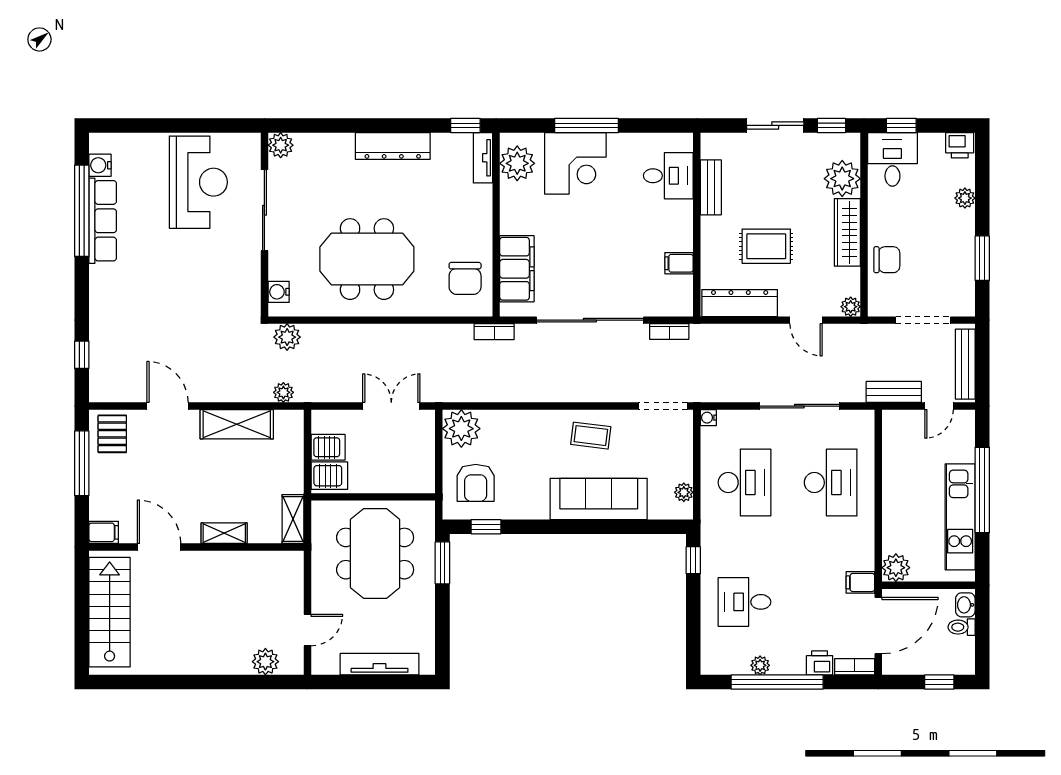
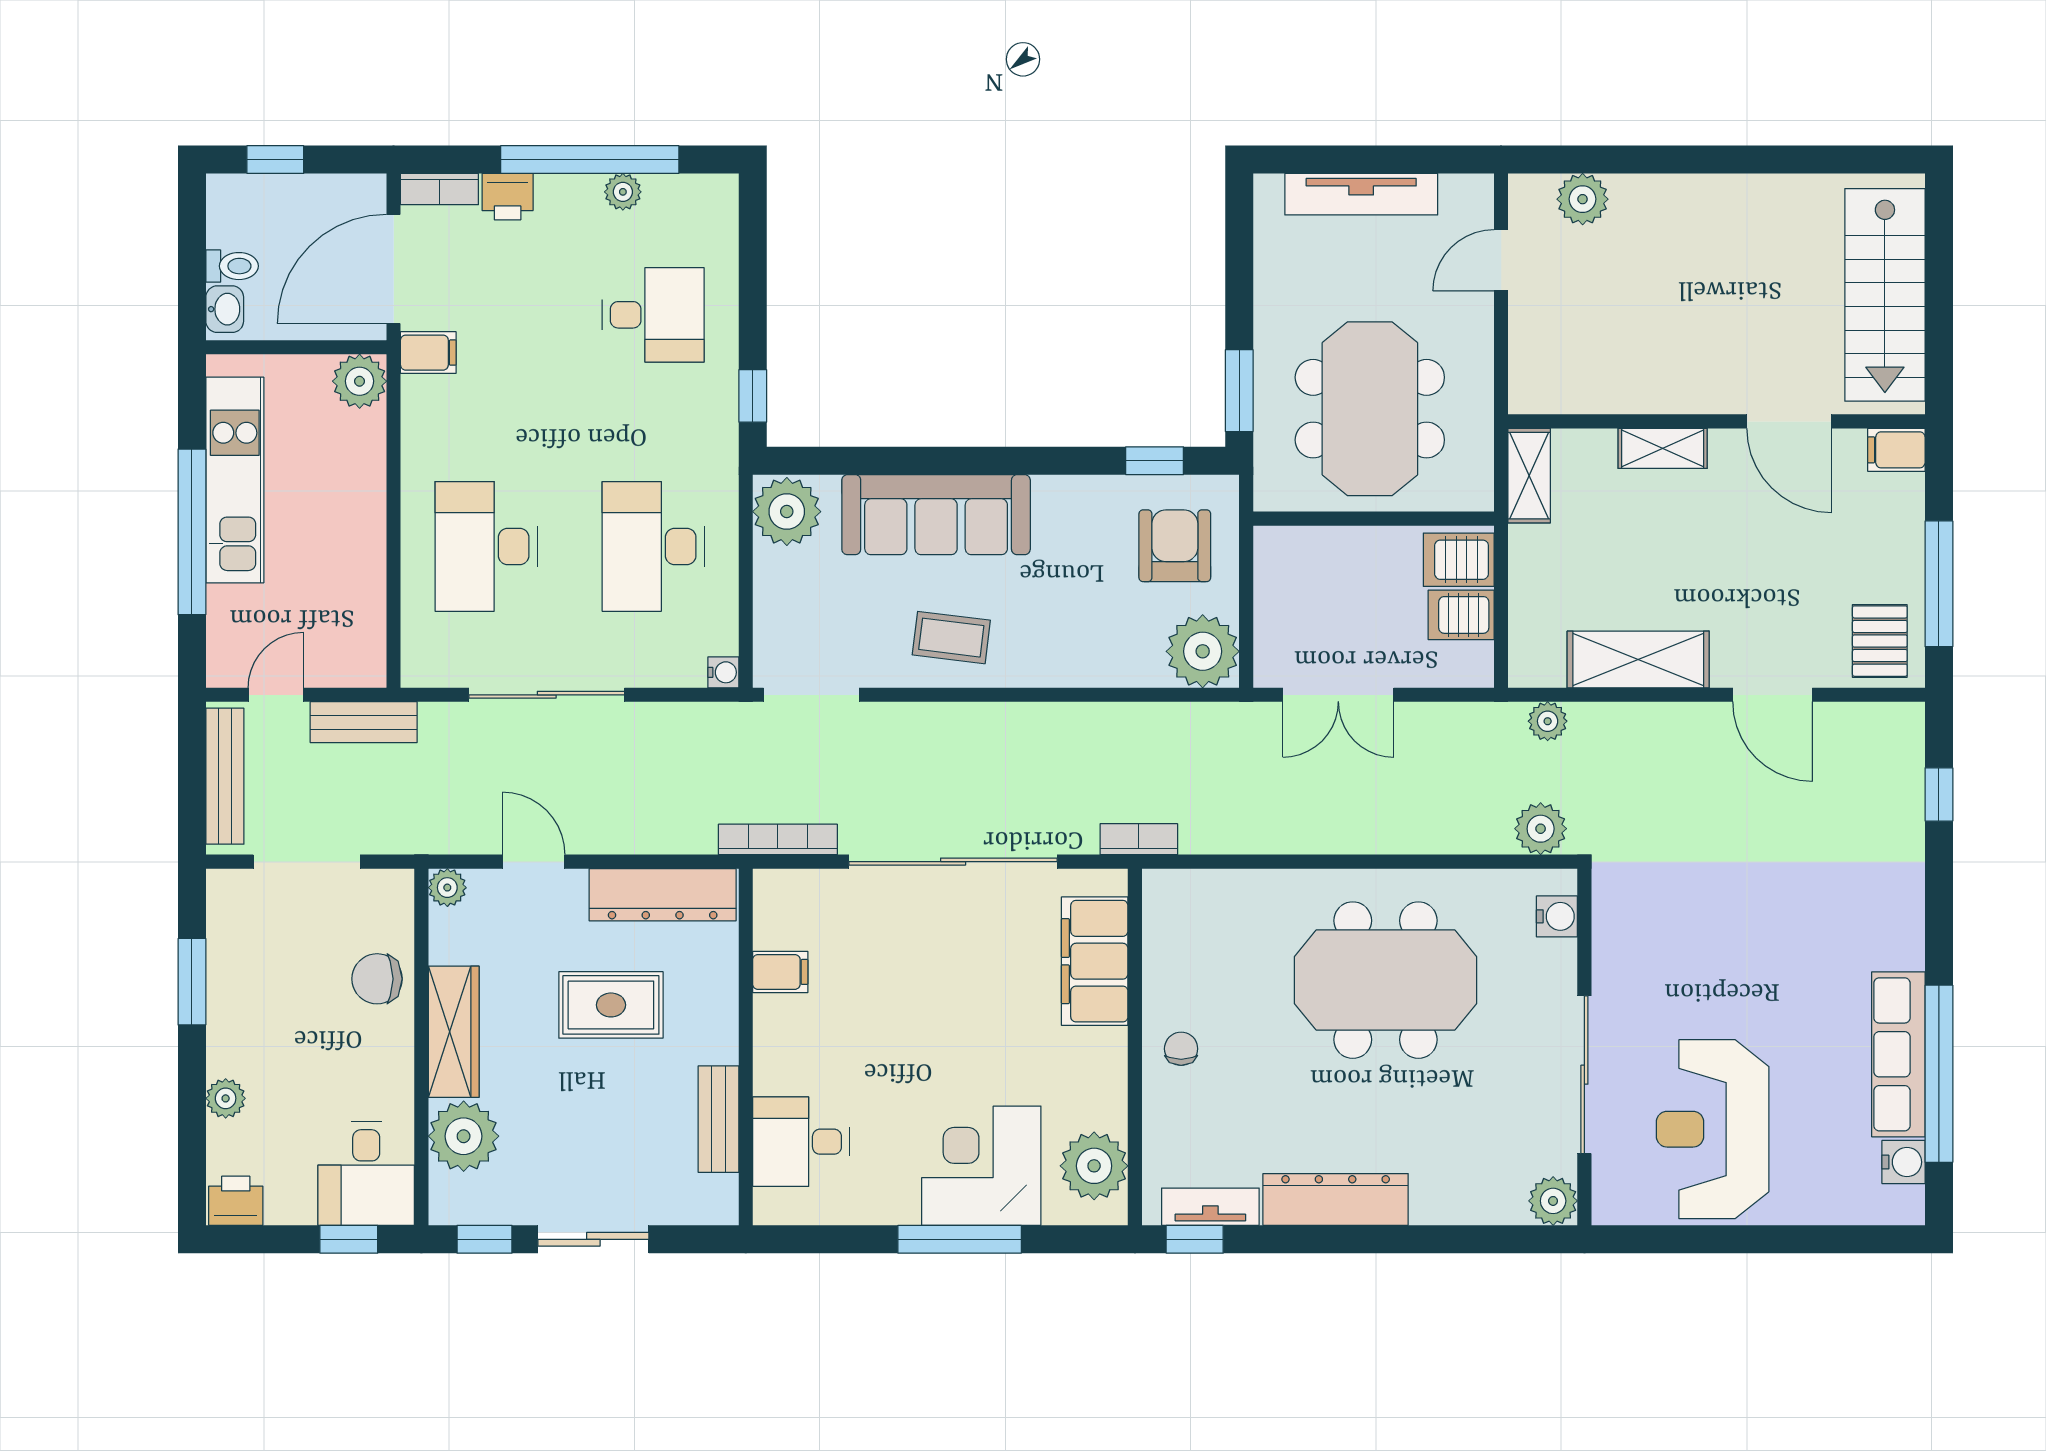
tv unit: (483, 158) -> (1210, 1207), moved, turned -90
chair: (465, 278) -> (1181, 1049), moved, width x0.54, depth x0.54
bookcase: (669, 332) -> (778, 839), width x1.56
plant: (684, 492) -> (787, 512), width x1.88, depth x1.88

